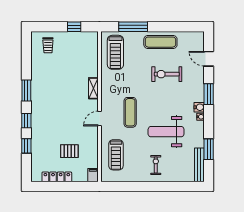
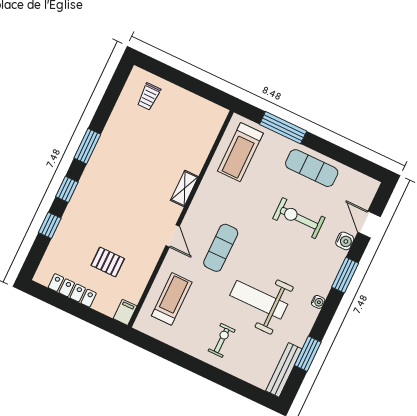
window: (74, 27) -> (199, 88), removed
water cooler: (199, 107) -> (345, 241), moved
door: (99, 119) -> (173, 236), swing flipped
treadmill: (116, 155) -> (172, 299), turned 180

